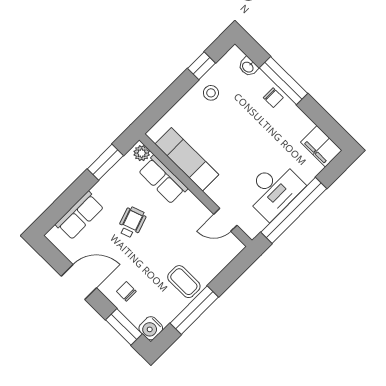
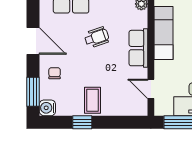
row of seats: (163, 180) -> (138, 48), moved
window: (194, 310) -> (82, 122), width x0.46

